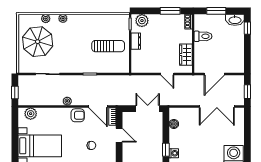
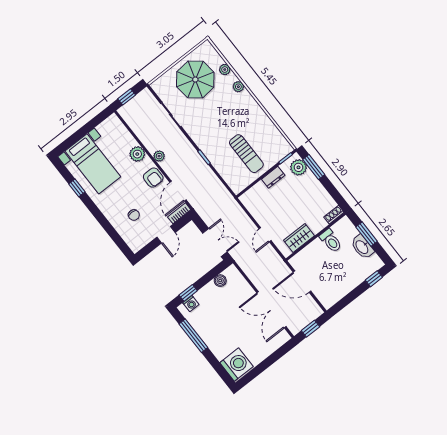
window: (170, 11) -> (314, 167), moved
washbasin: (235, 20) -> (362, 247), moved
plant: (31, 114) -> (137, 154), moved

